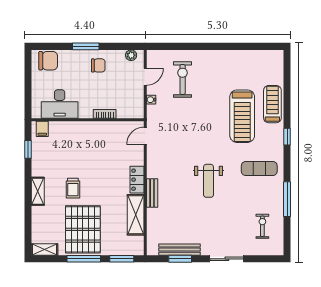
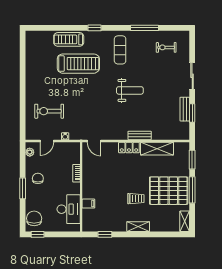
window: (28, 65) -> (38, 234), added
door: (145, 77) -> (47, 141), swing flipped
filing cabinet: (42, 129) -> (88, 204), moved
bench: (180, 250) -> (185, 109), width x0.73

